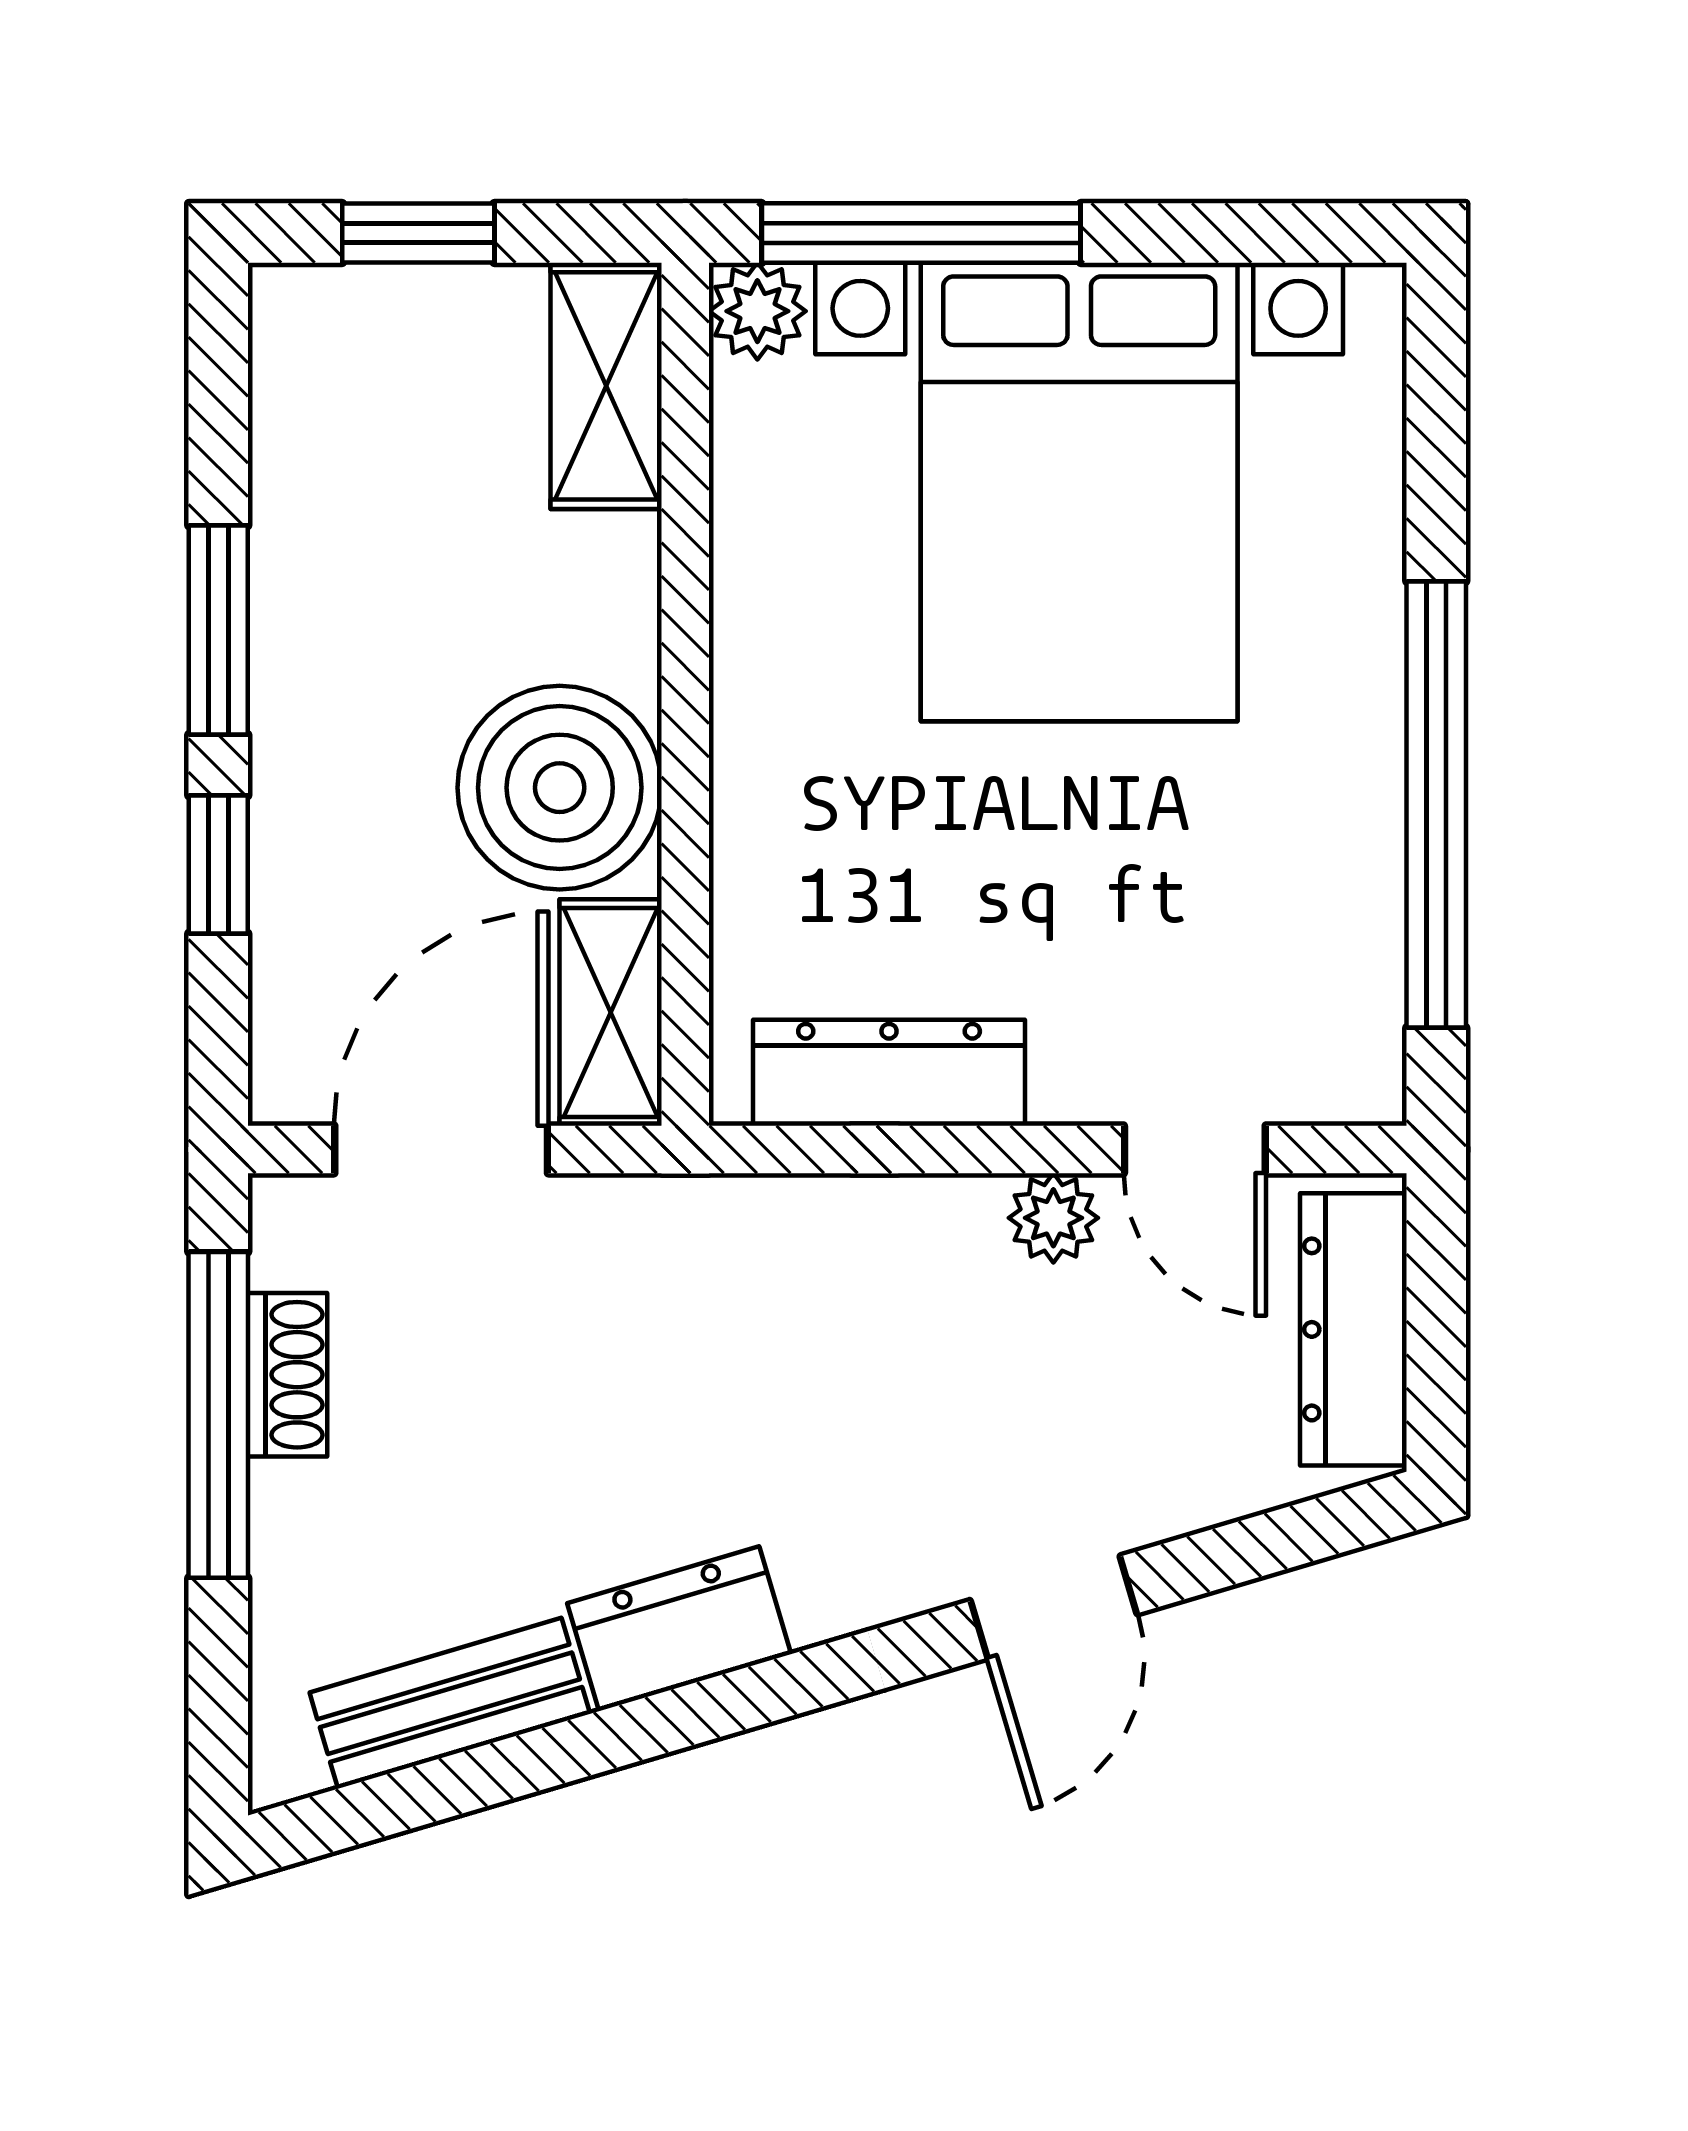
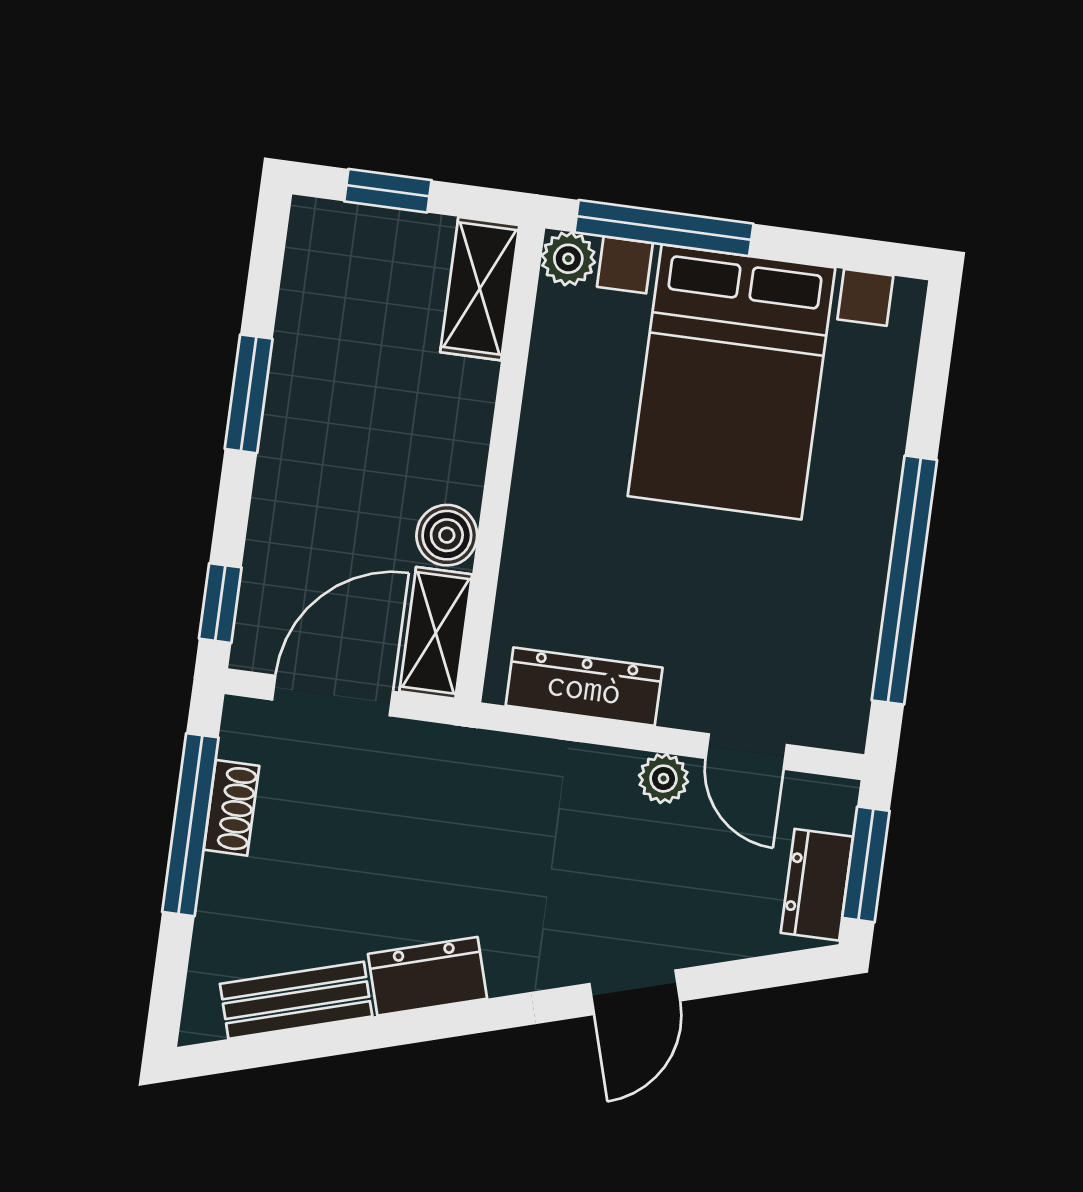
boiler: (560, 788) -> (447, 535), width x0.54, depth x0.54
window: (218, 864) -> (220, 603), moved
window: (1436, 1323) -> (866, 864), added
dresser: (1353, 1329) -> (817, 885), width x0.70

